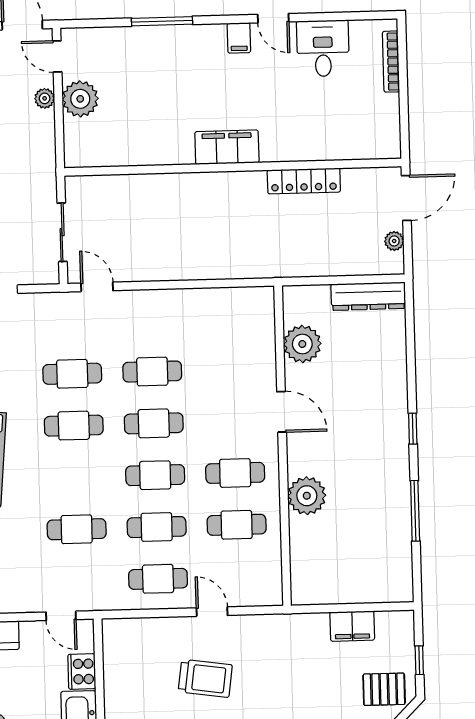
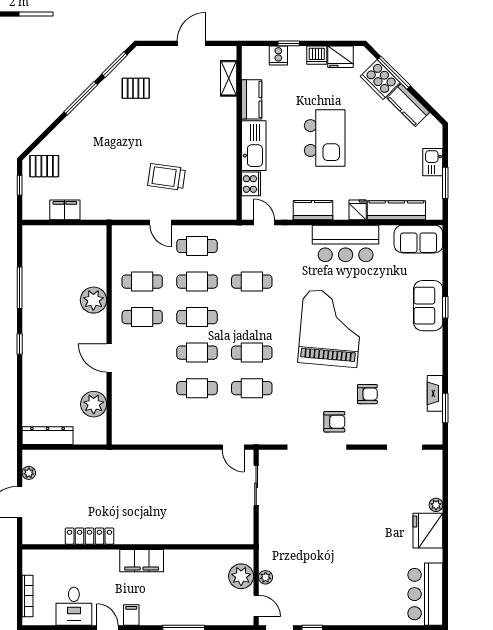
filing cabinet: (227, 147) -> (142, 561), moved
wall: (233, 167) -> (138, 547), moved
locker: (304, 181) -> (89, 536), moved

